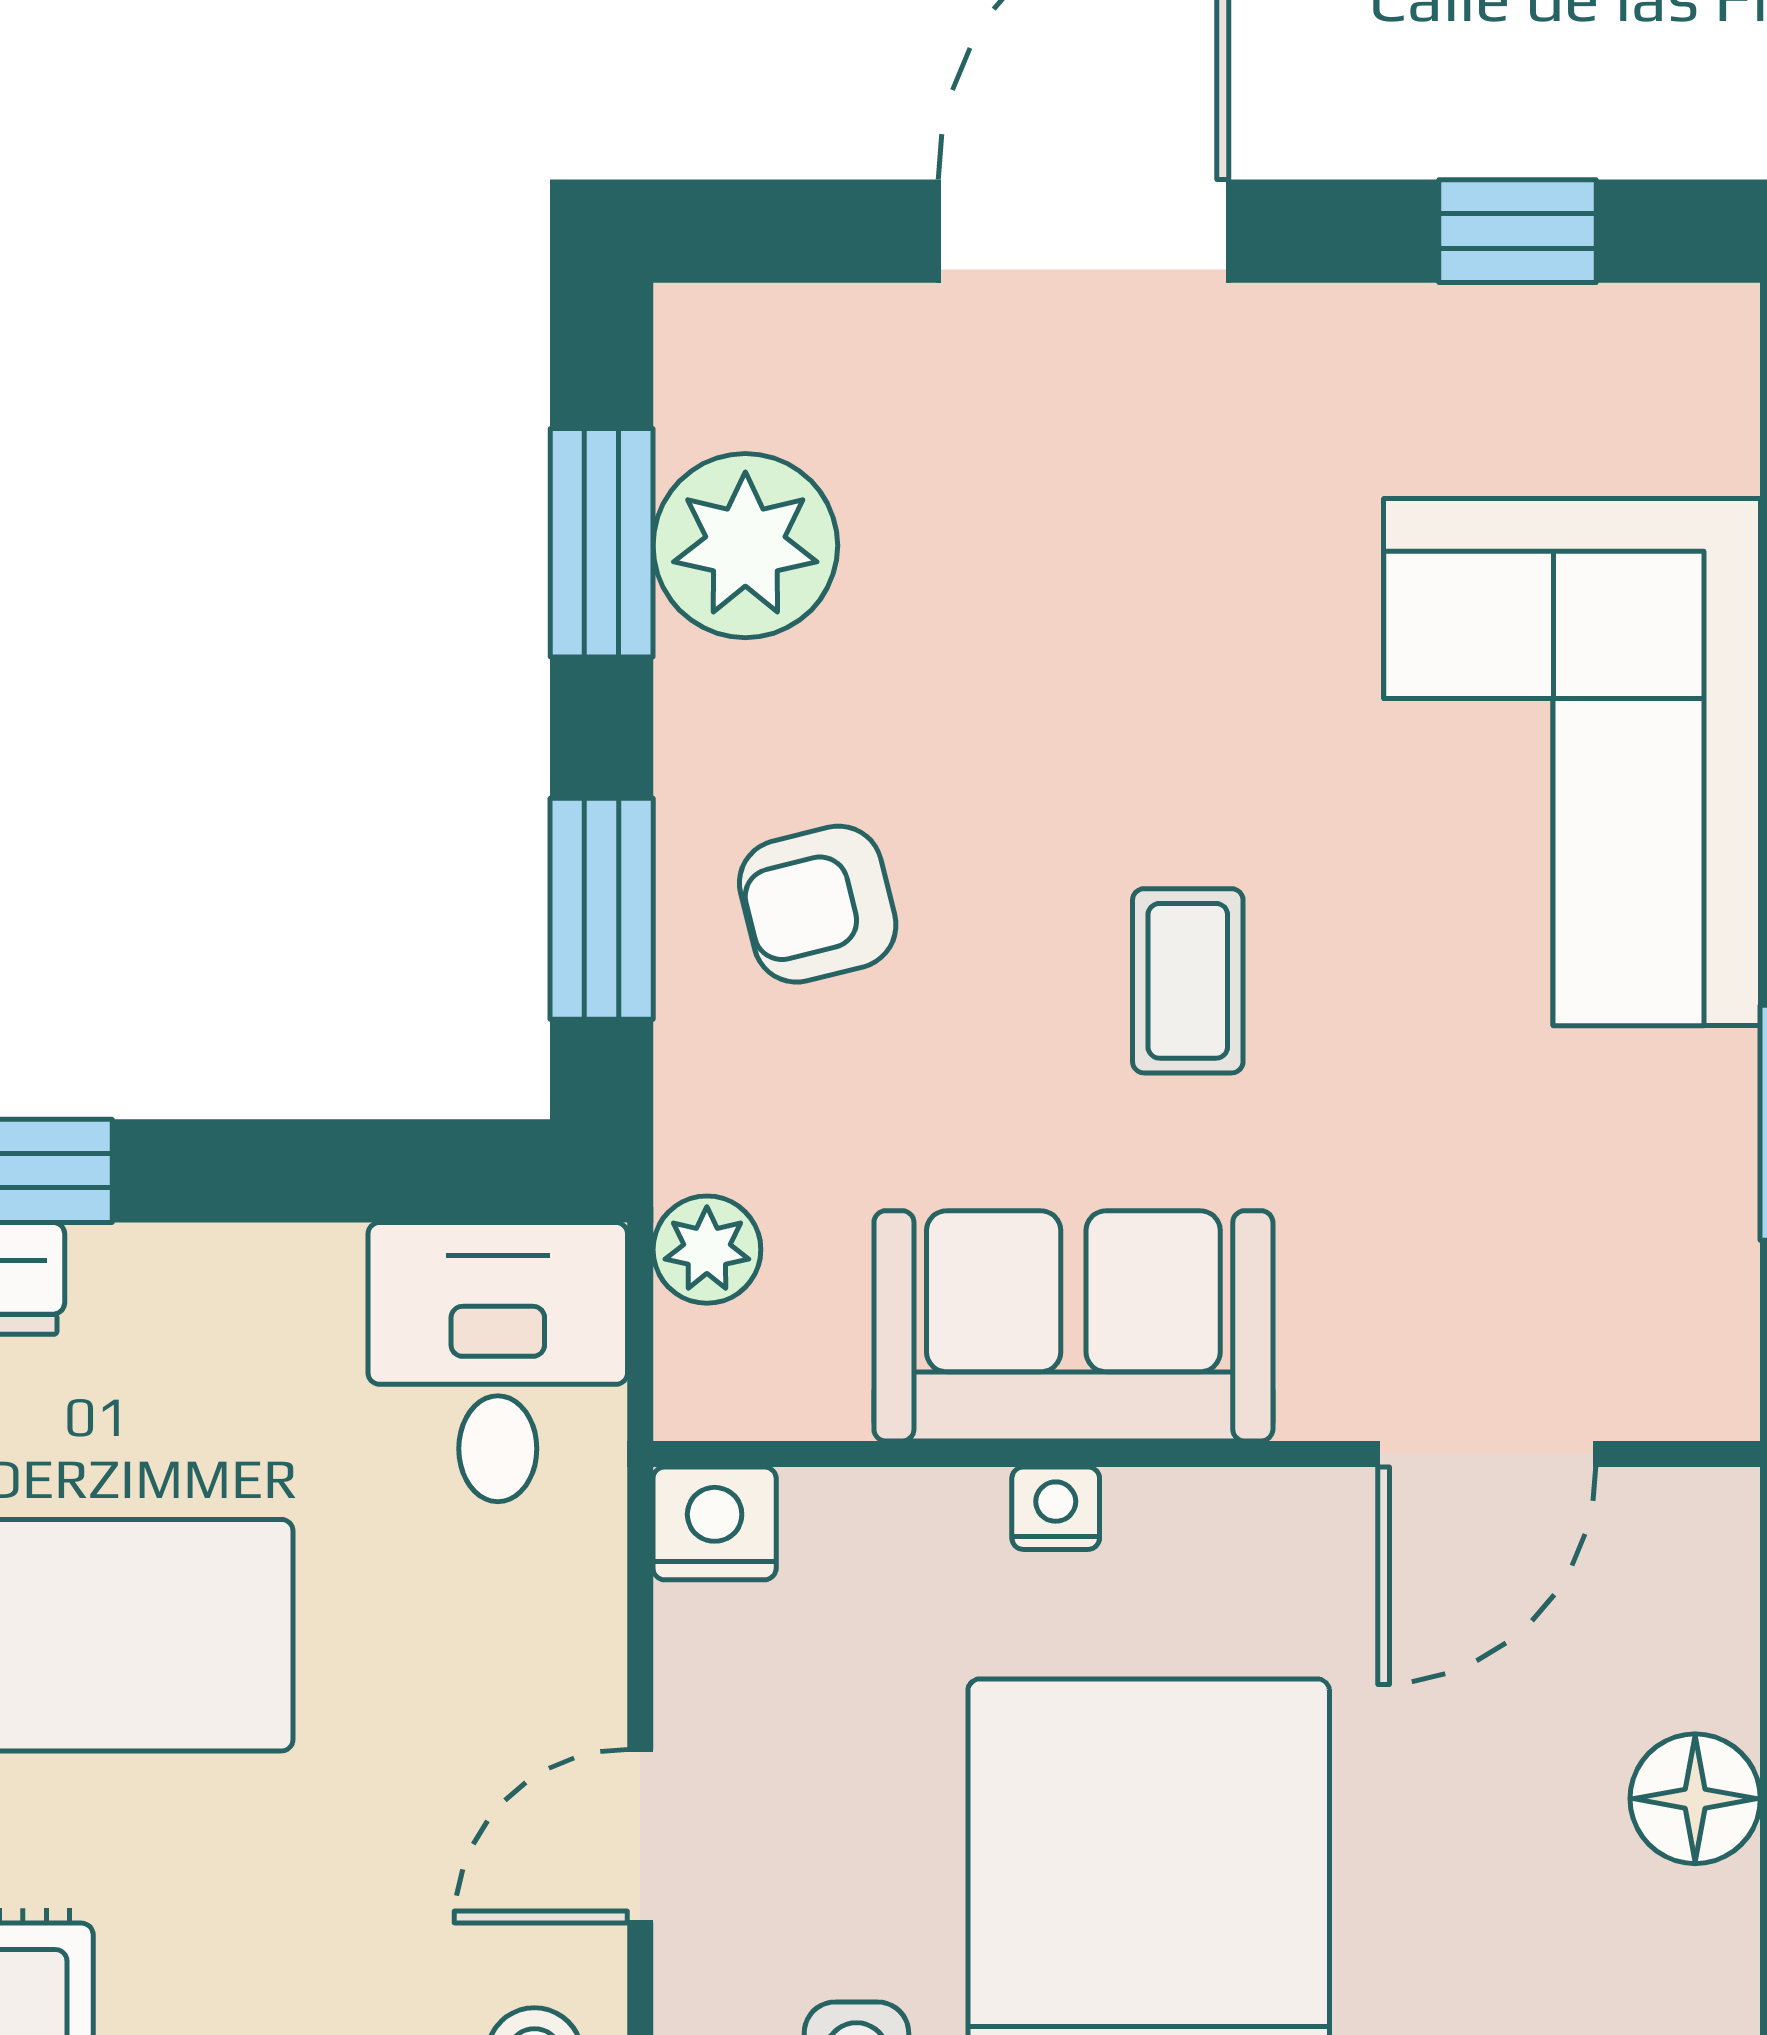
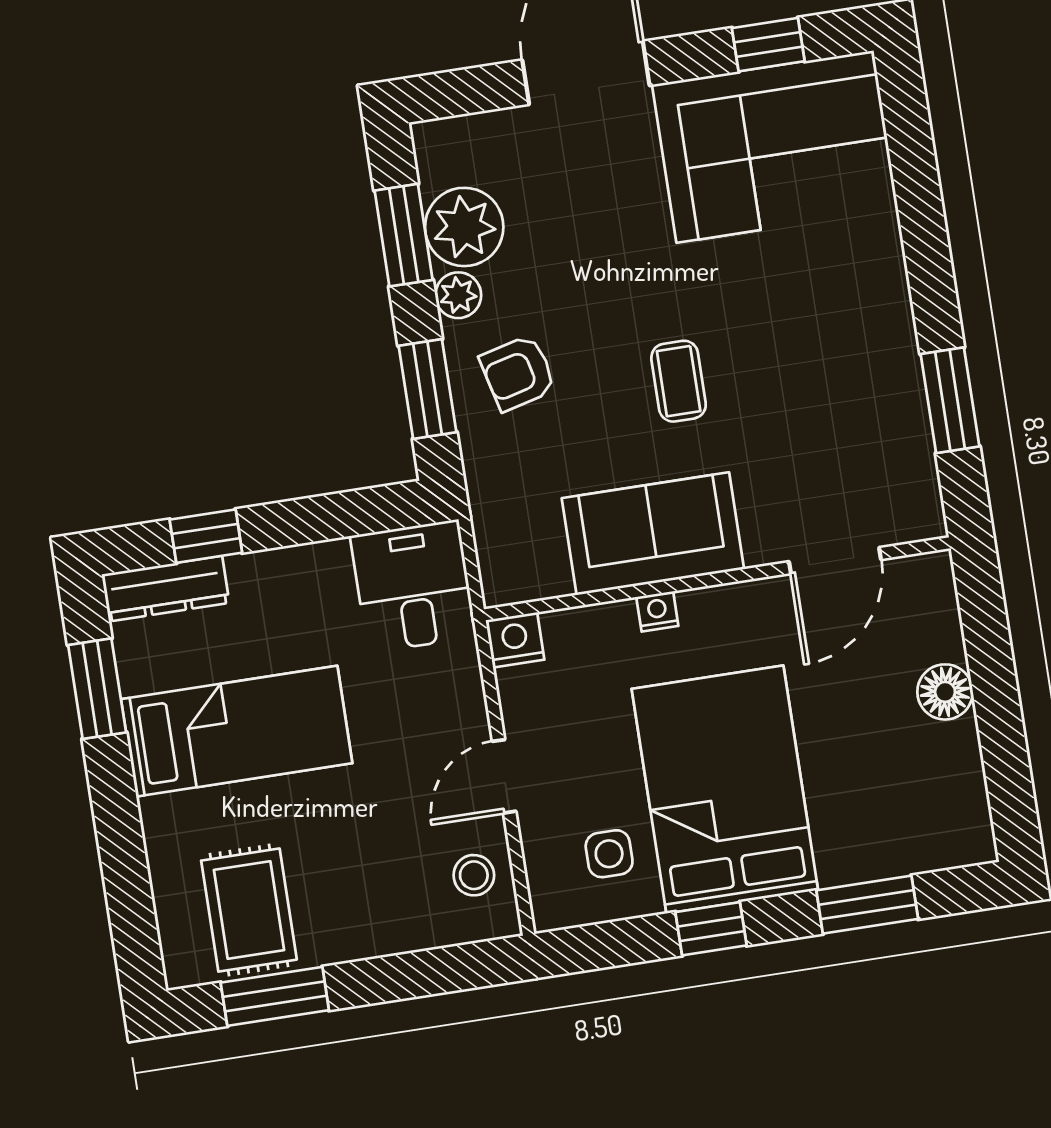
corner sofa: (1572, 762) -> (775, 147), moved, turned -90
plant: (707, 1250) -> (458, 295), moved

